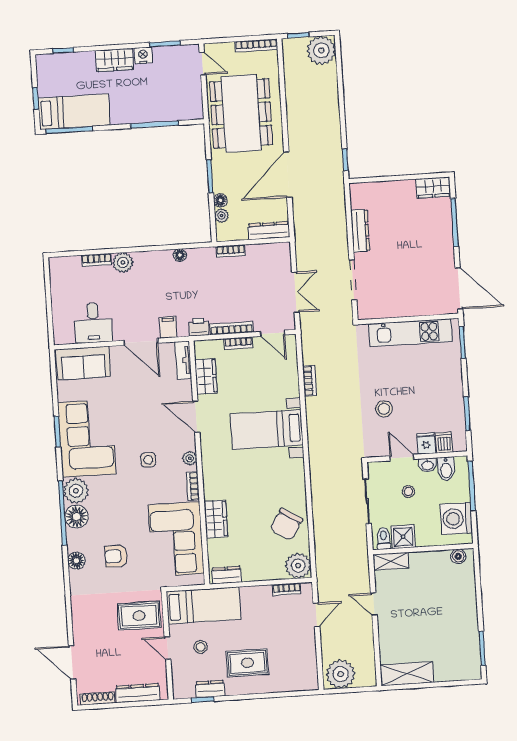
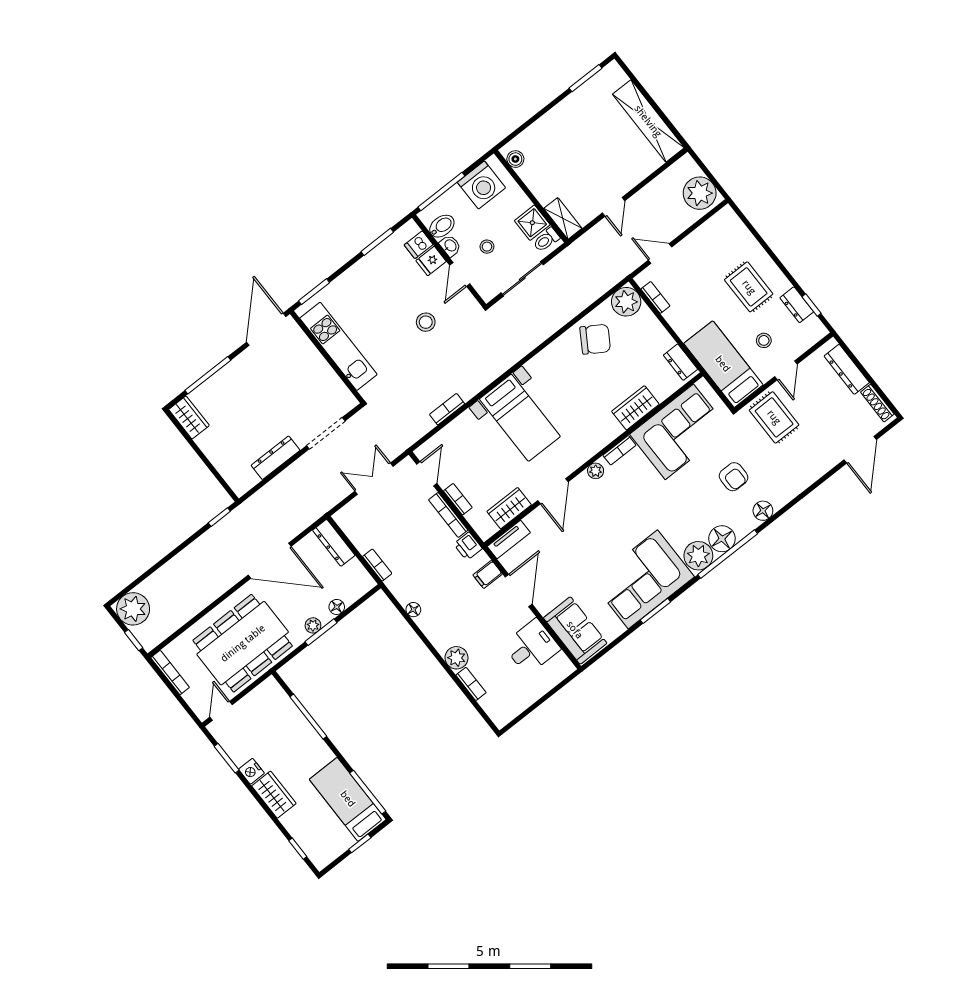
plant: (221, 216) -> (313, 625), moved
side table: (148, 460) -> (624, 508), removed
shelving: (407, 674) -> (648, 121), width x1.47

